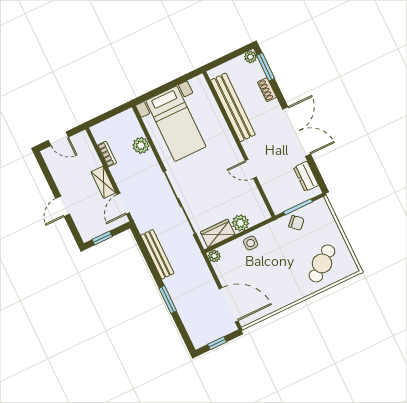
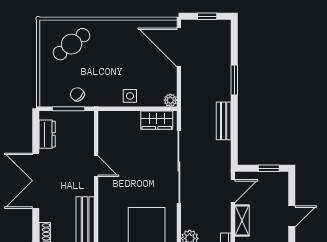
plant: (240, 223) -> (131, 120), removed
bench: (157, 254) -> (224, 121), width x0.73

